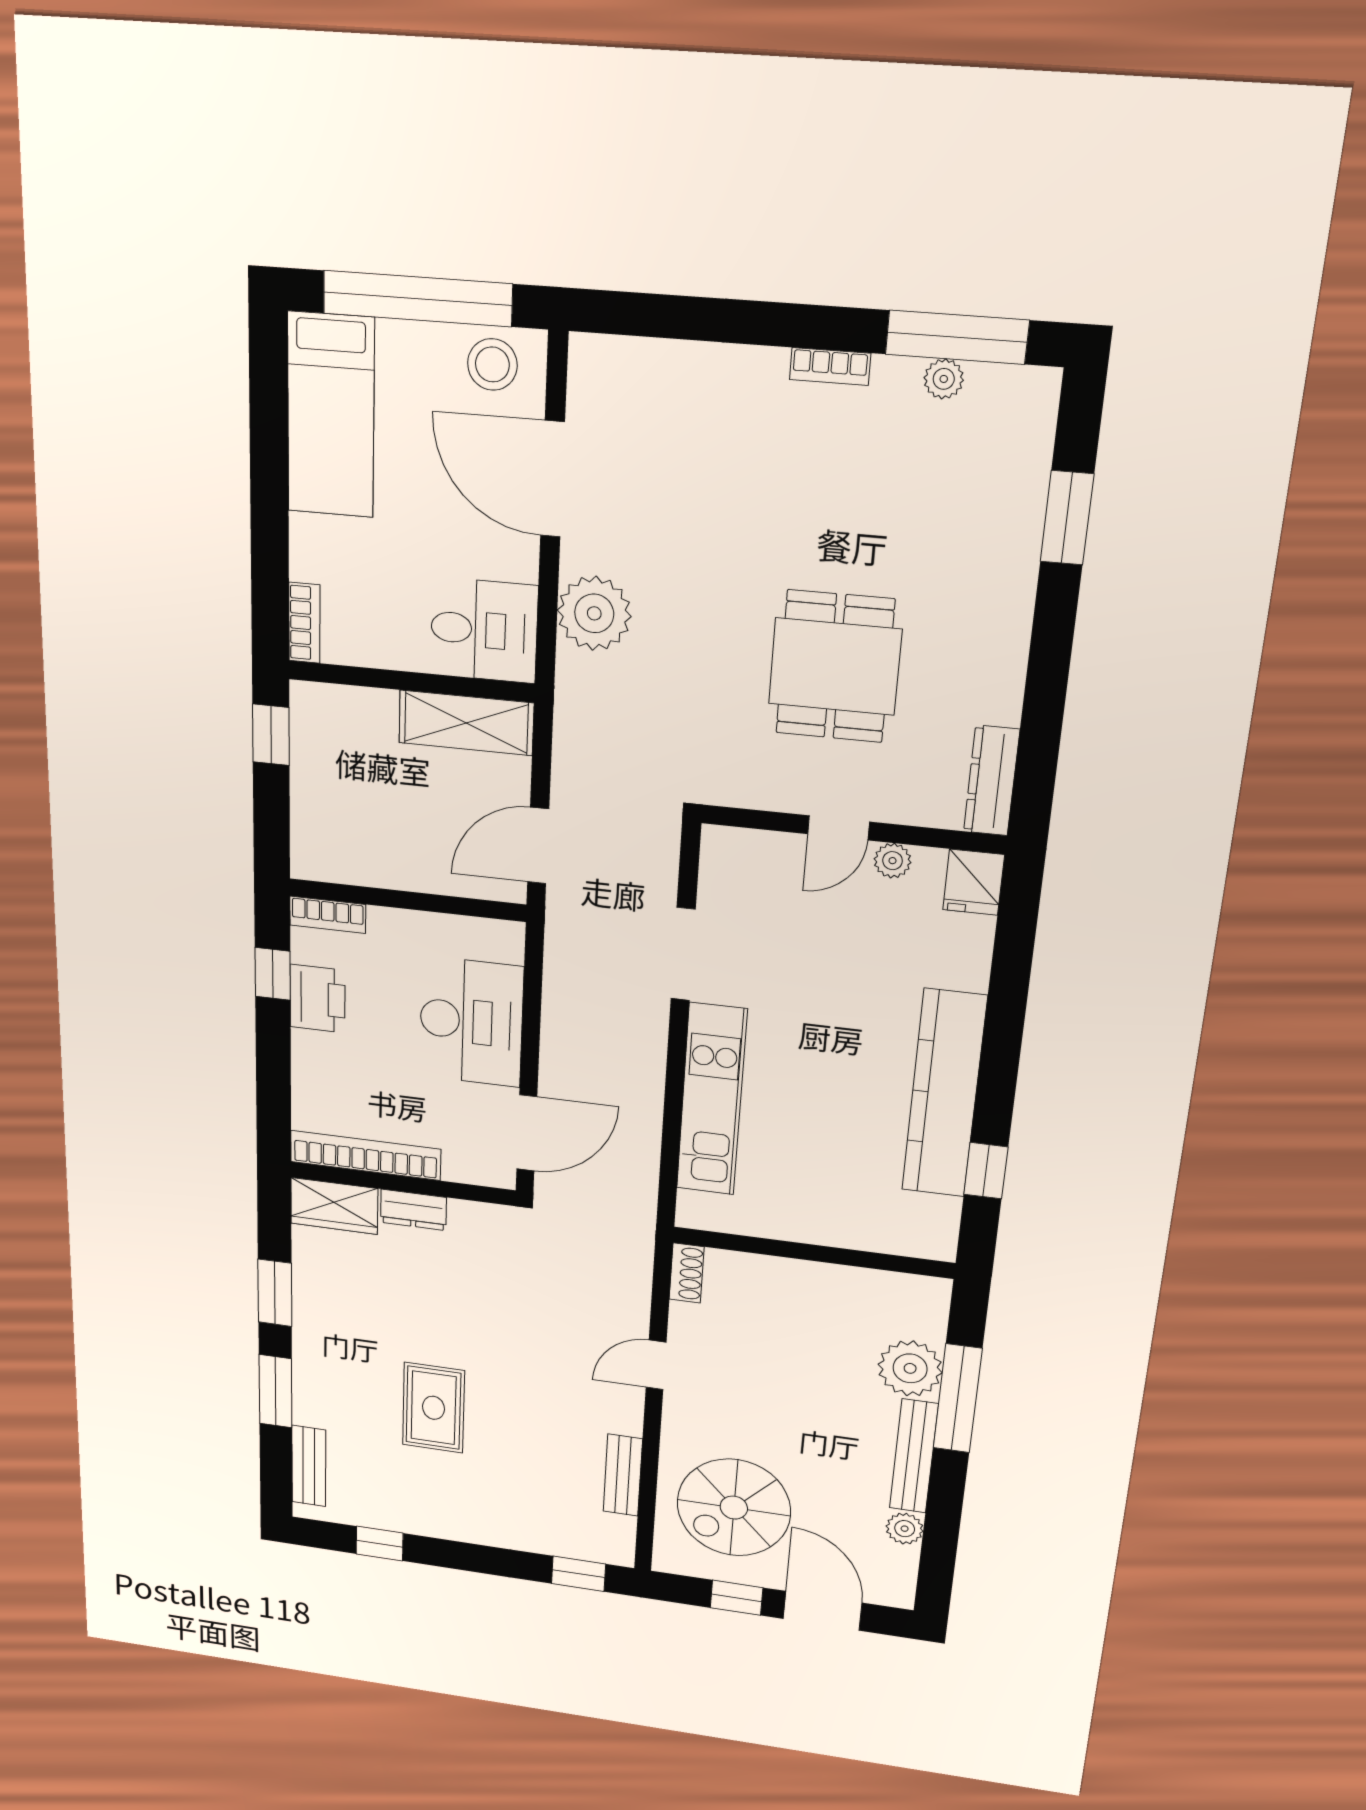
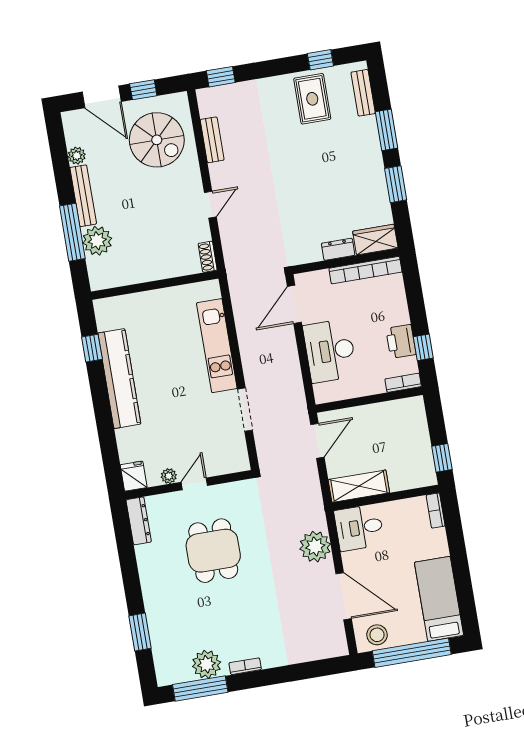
plant: (944, 379) -> (207, 664), width x1.88, depth x1.88
rug: (433, 1408) -> (312, 99), moved
spiral stairs: (734, 1508) -> (157, 140), turned 90

